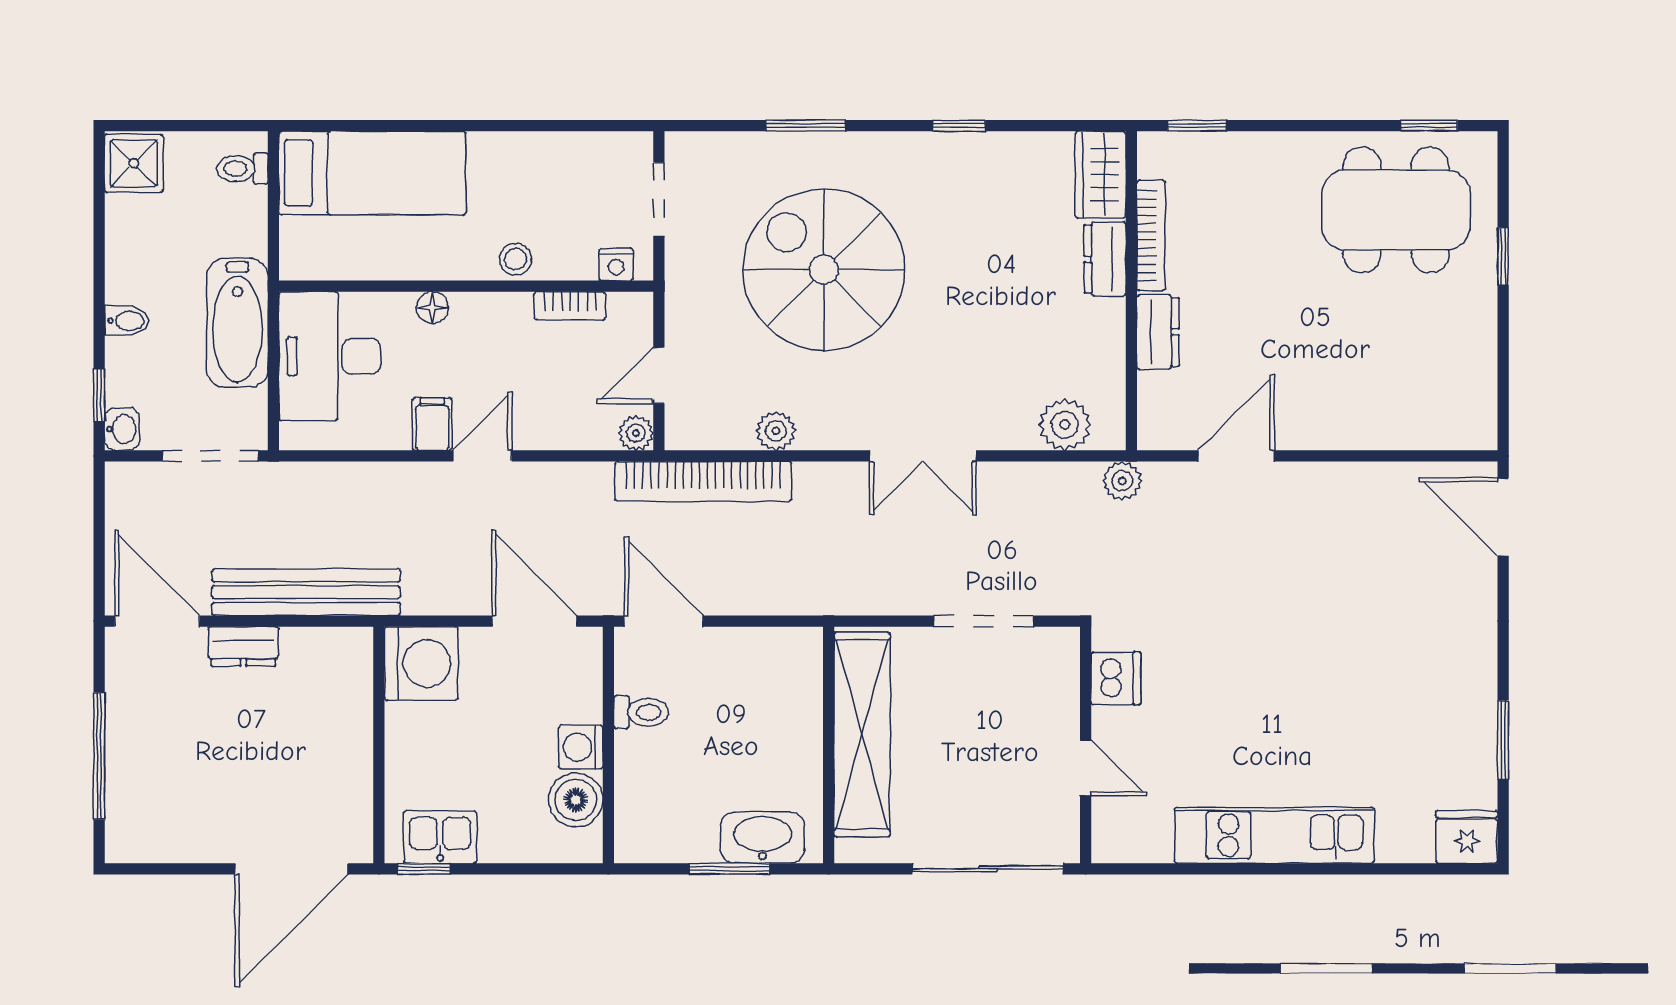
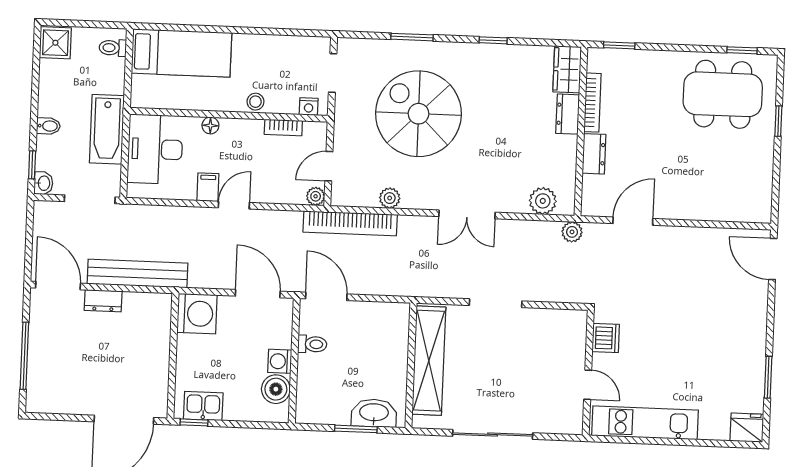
dishwasher: (1116, 678) -> (606, 338), moved
wall: (1086, 745) -> (588, 373), moved
door: (1086, 768) -> (588, 385), moved

